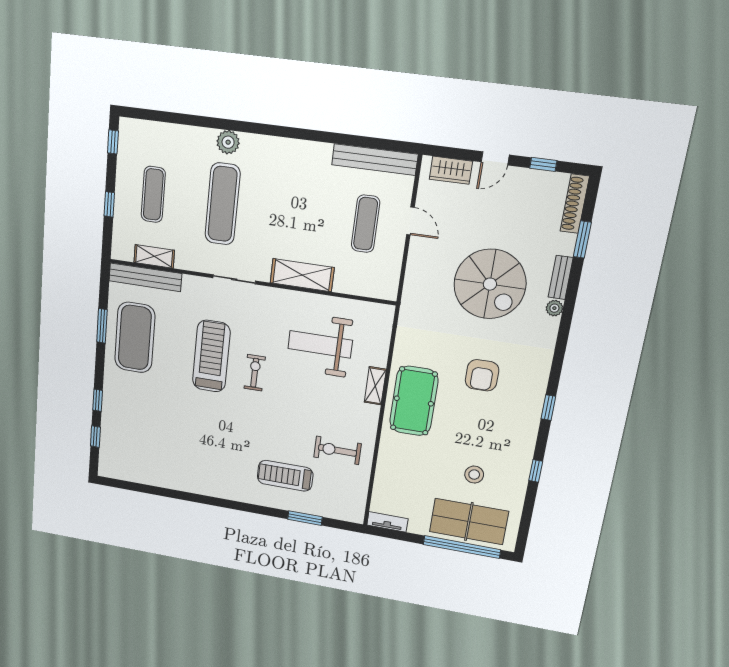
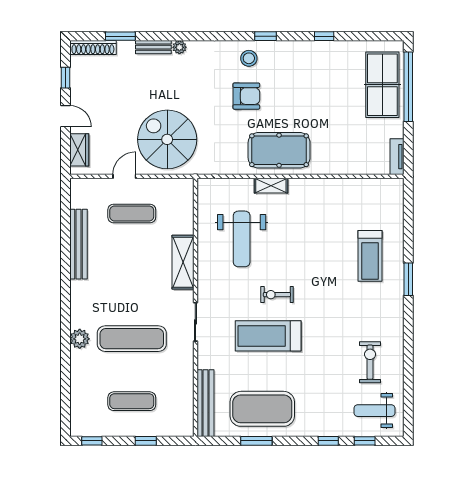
bench: (375, 160) -> (78, 244), moved
shelving: (154, 256) -> (186, 396), removed
spiral stairs: (490, 284) -> (167, 139), moved, turned -90
exercise bike: (337, 450) -> (370, 362), moved, turned 180
weight bench: (125, 452) -> (374, 411), added
stool: (474, 475) -> (249, 58), moved
window: (305, 518) -> (408, 279), moved

